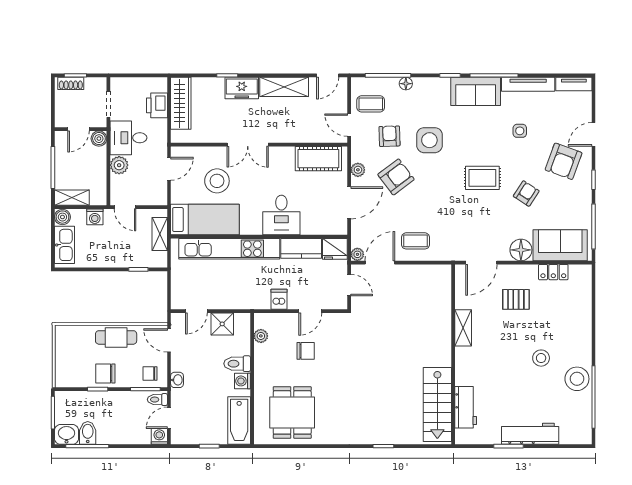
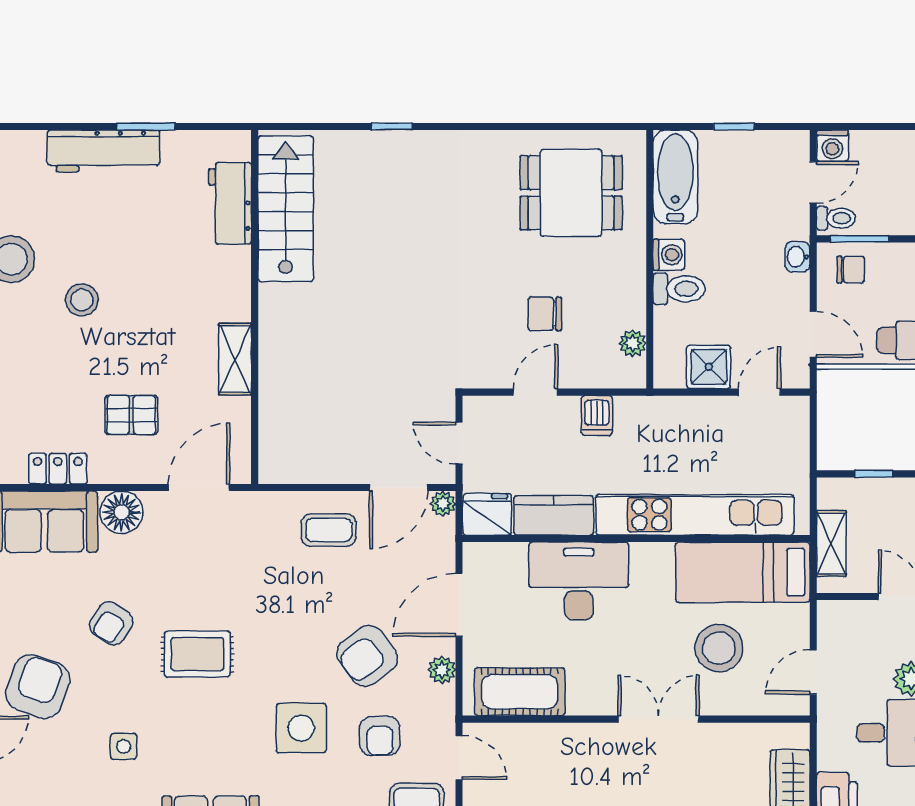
desk: (281, 215) -> (579, 581), width x1.37
dining table: (292, 412) -> (571, 193), turned 90

